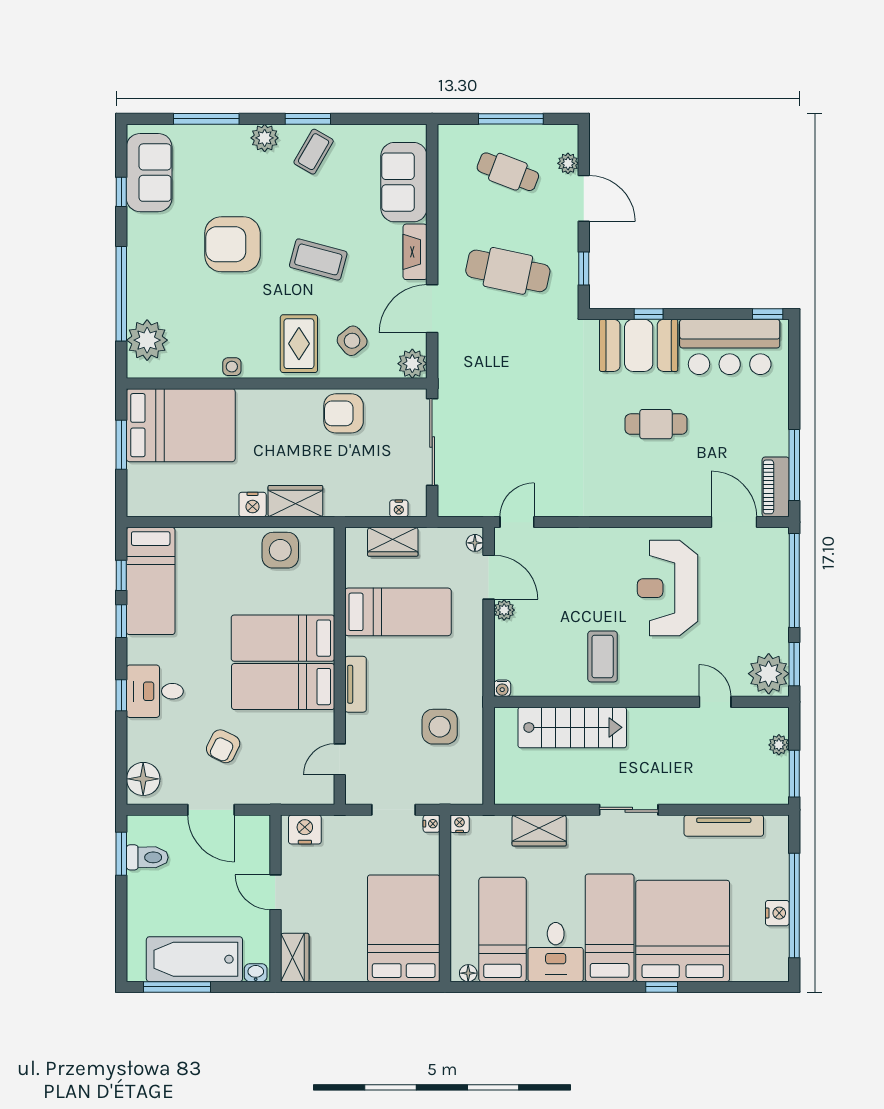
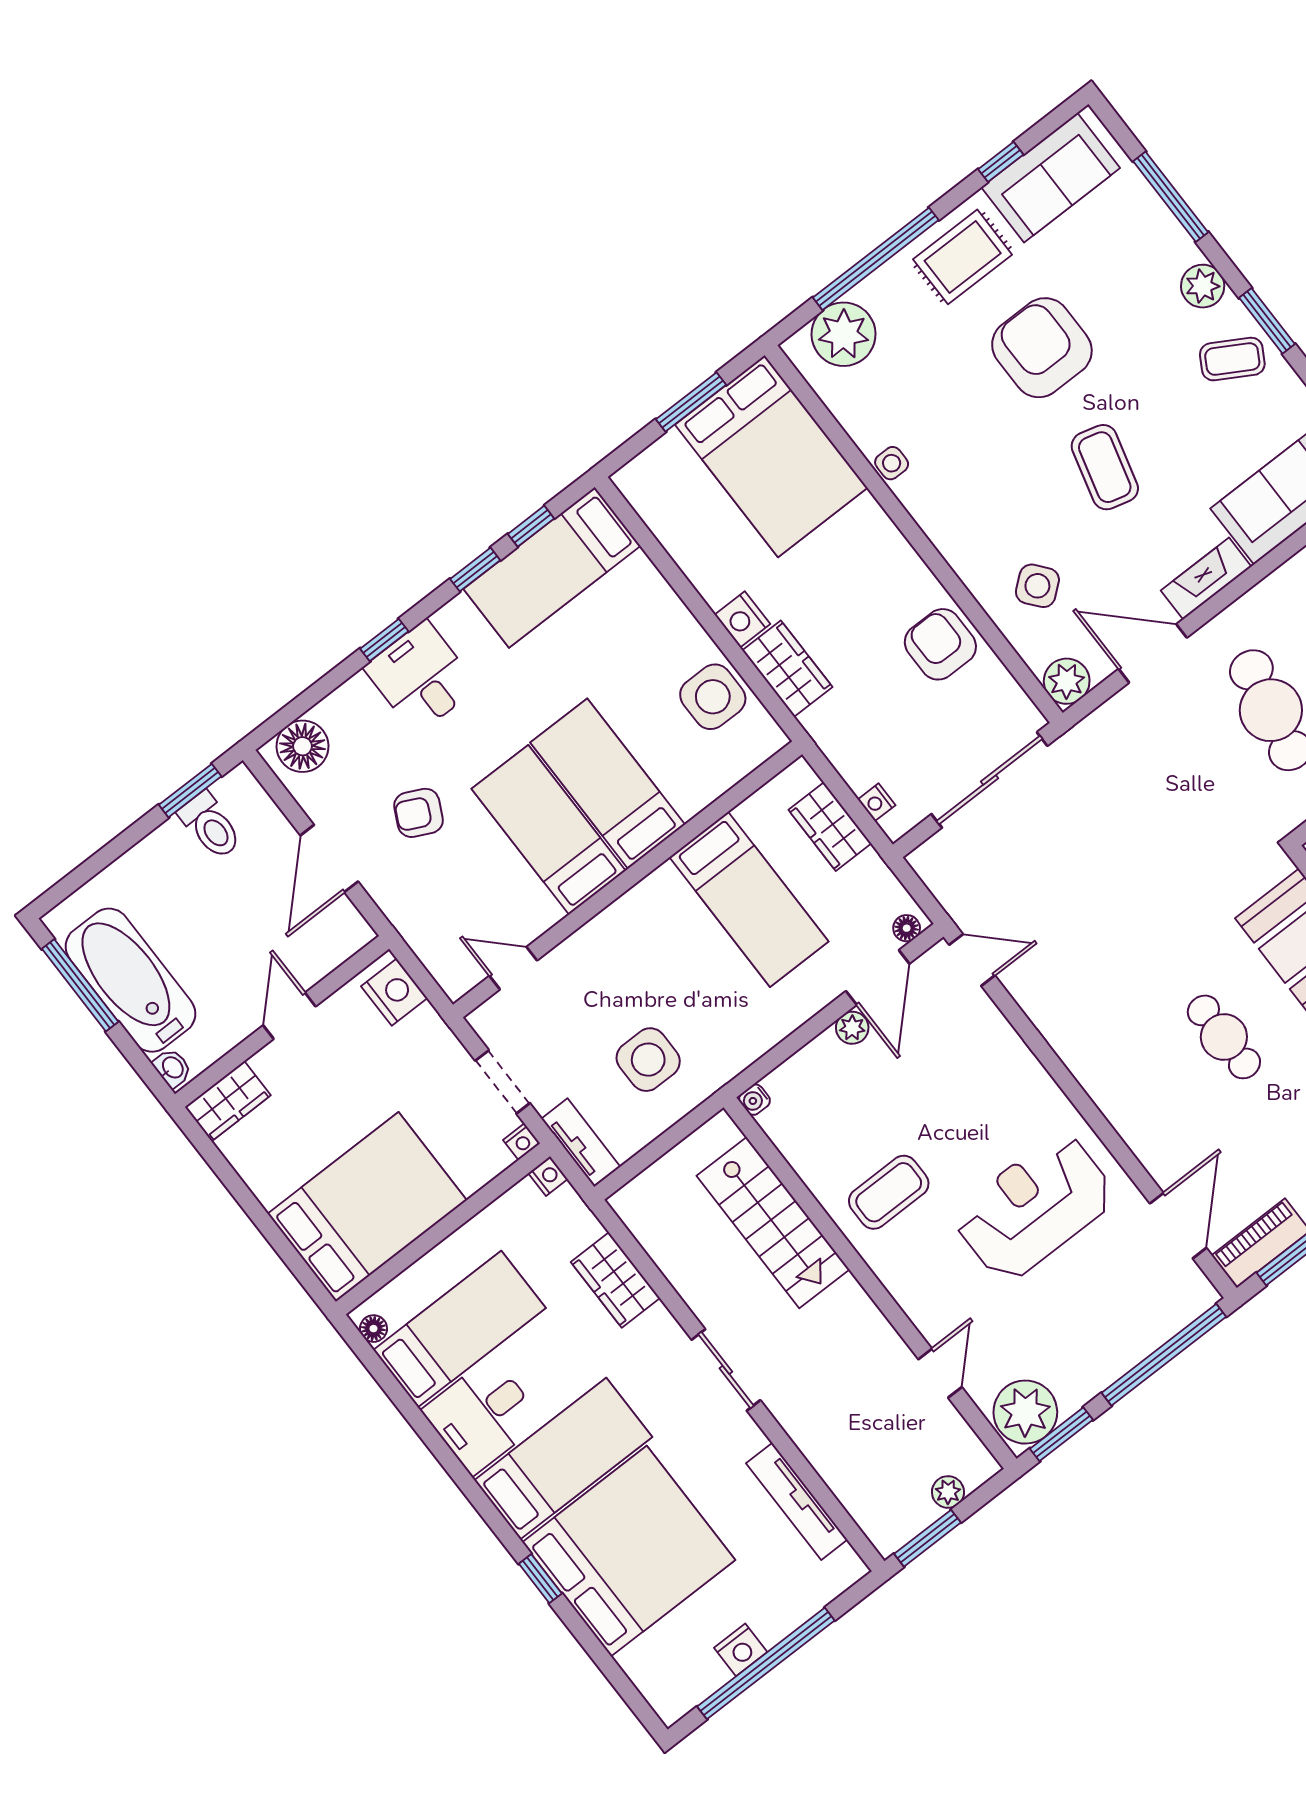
rug: (299, 344) -> (963, 257), moved
tv unit: (355, 684) -> (581, 1143), moved, turned -90

